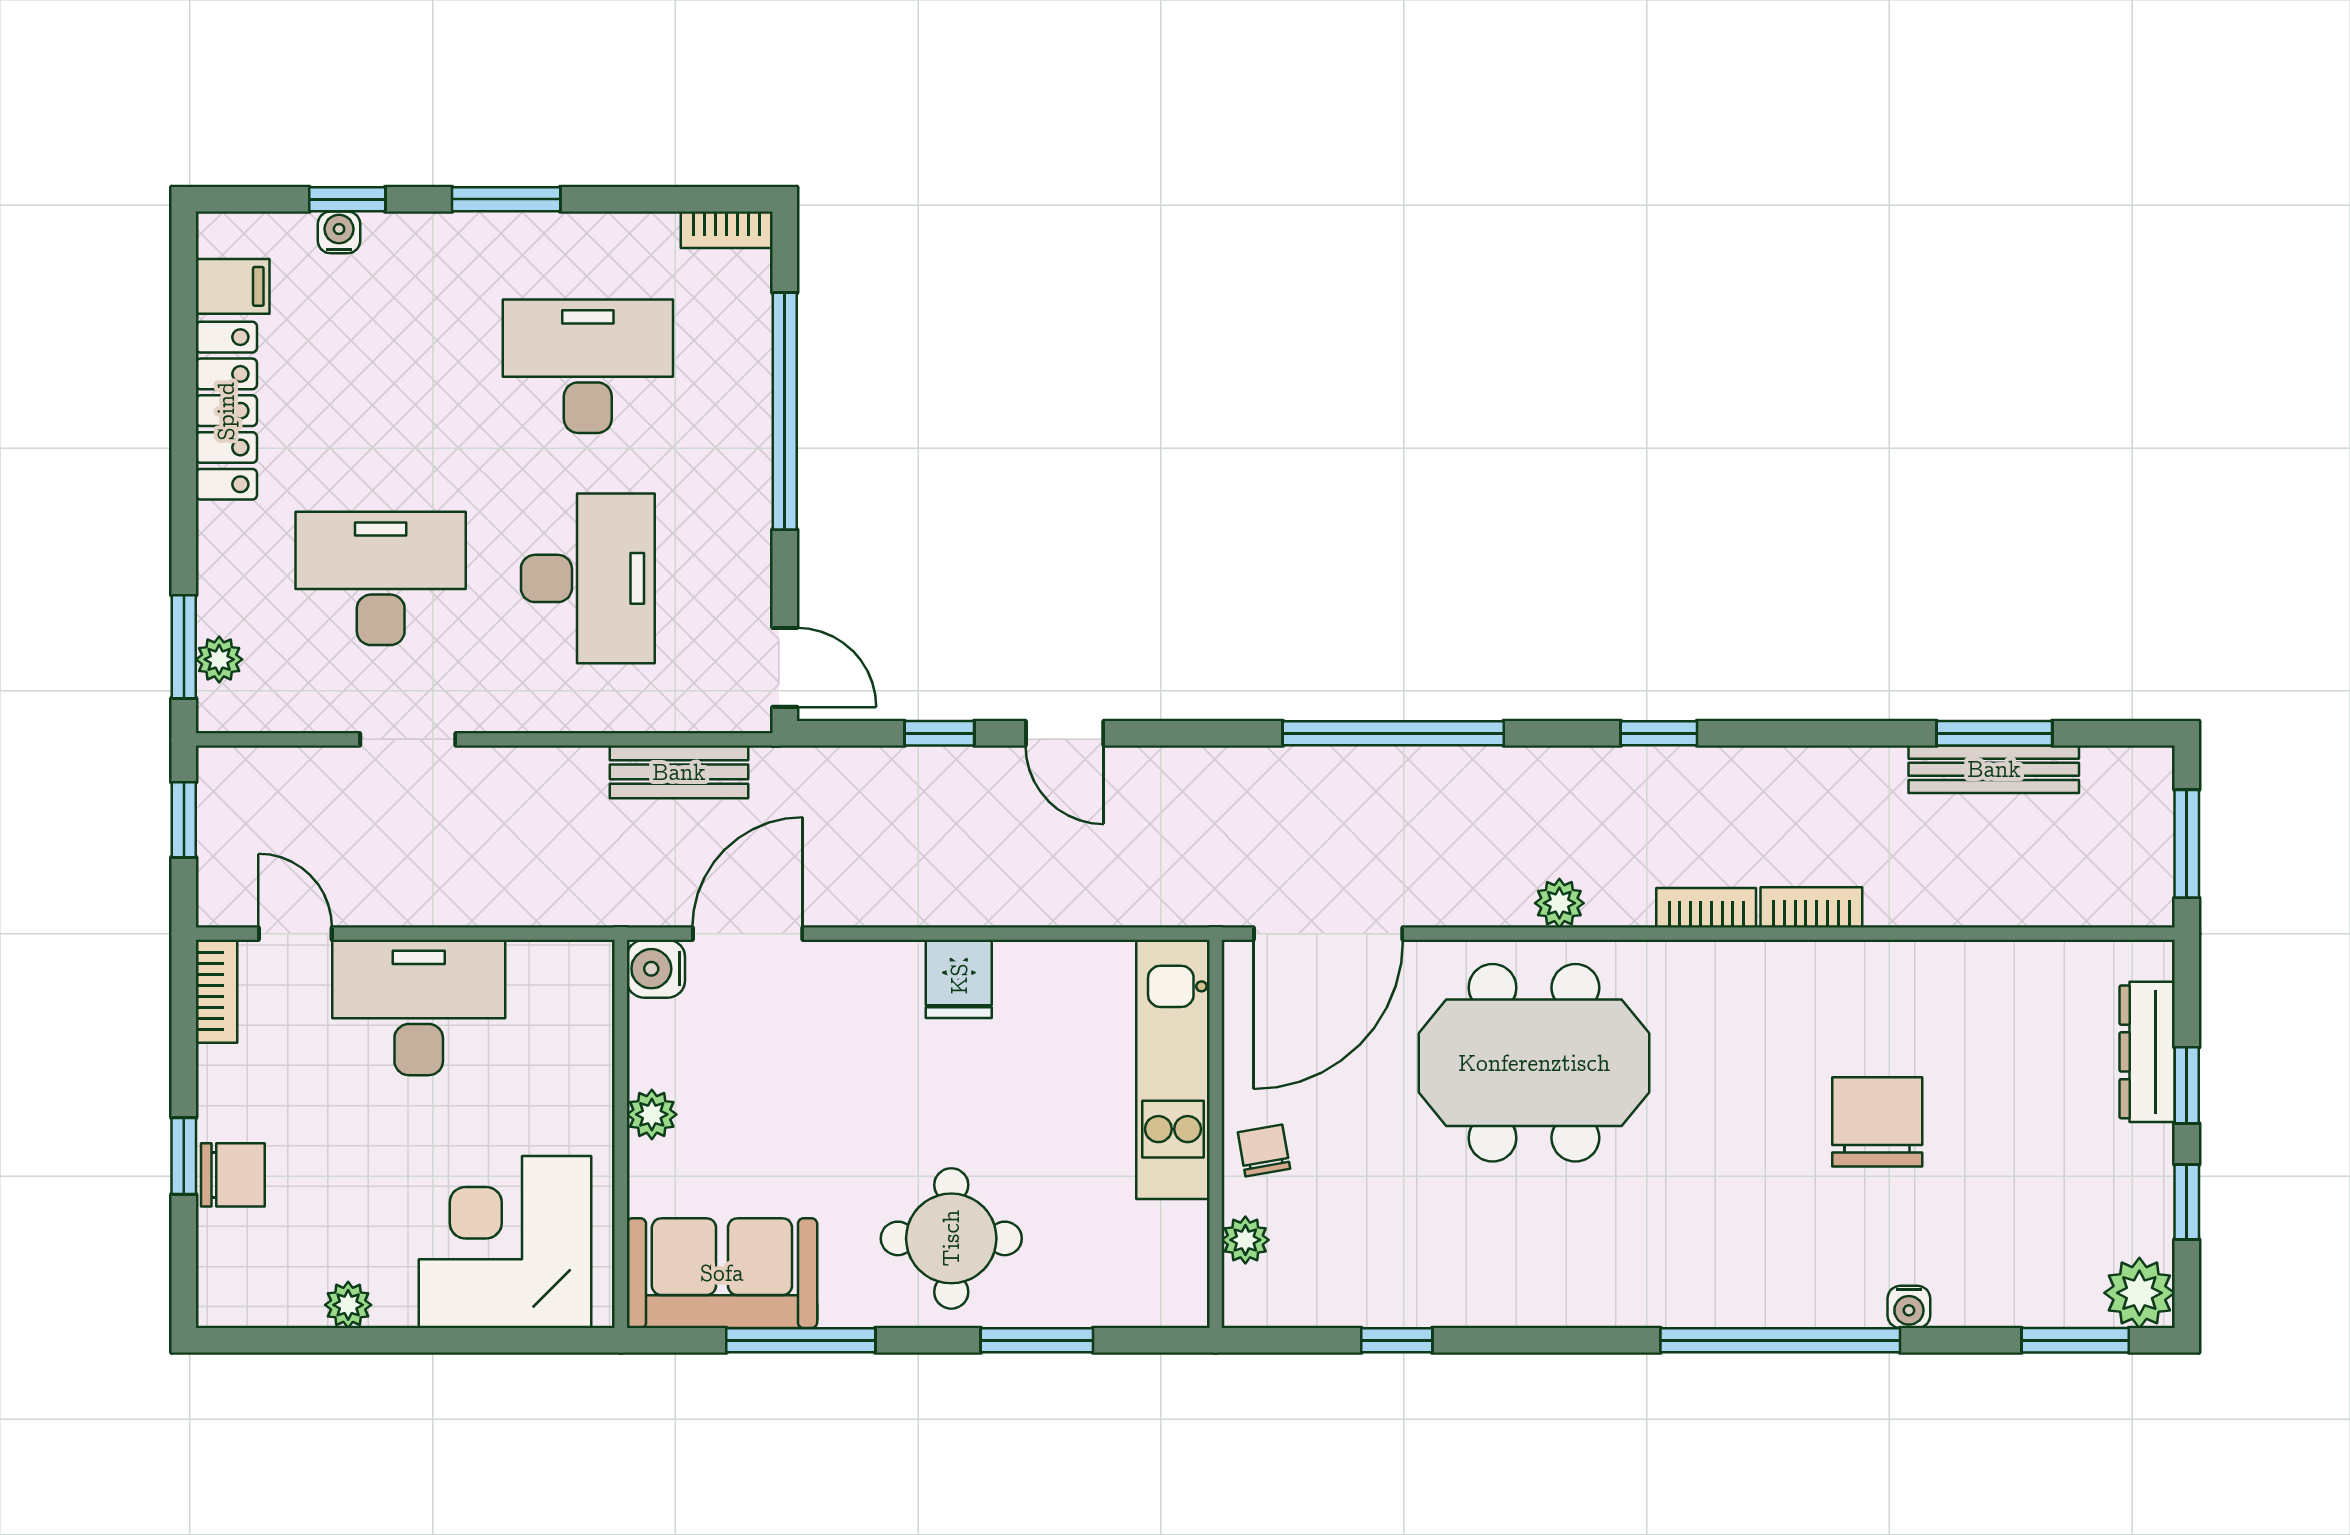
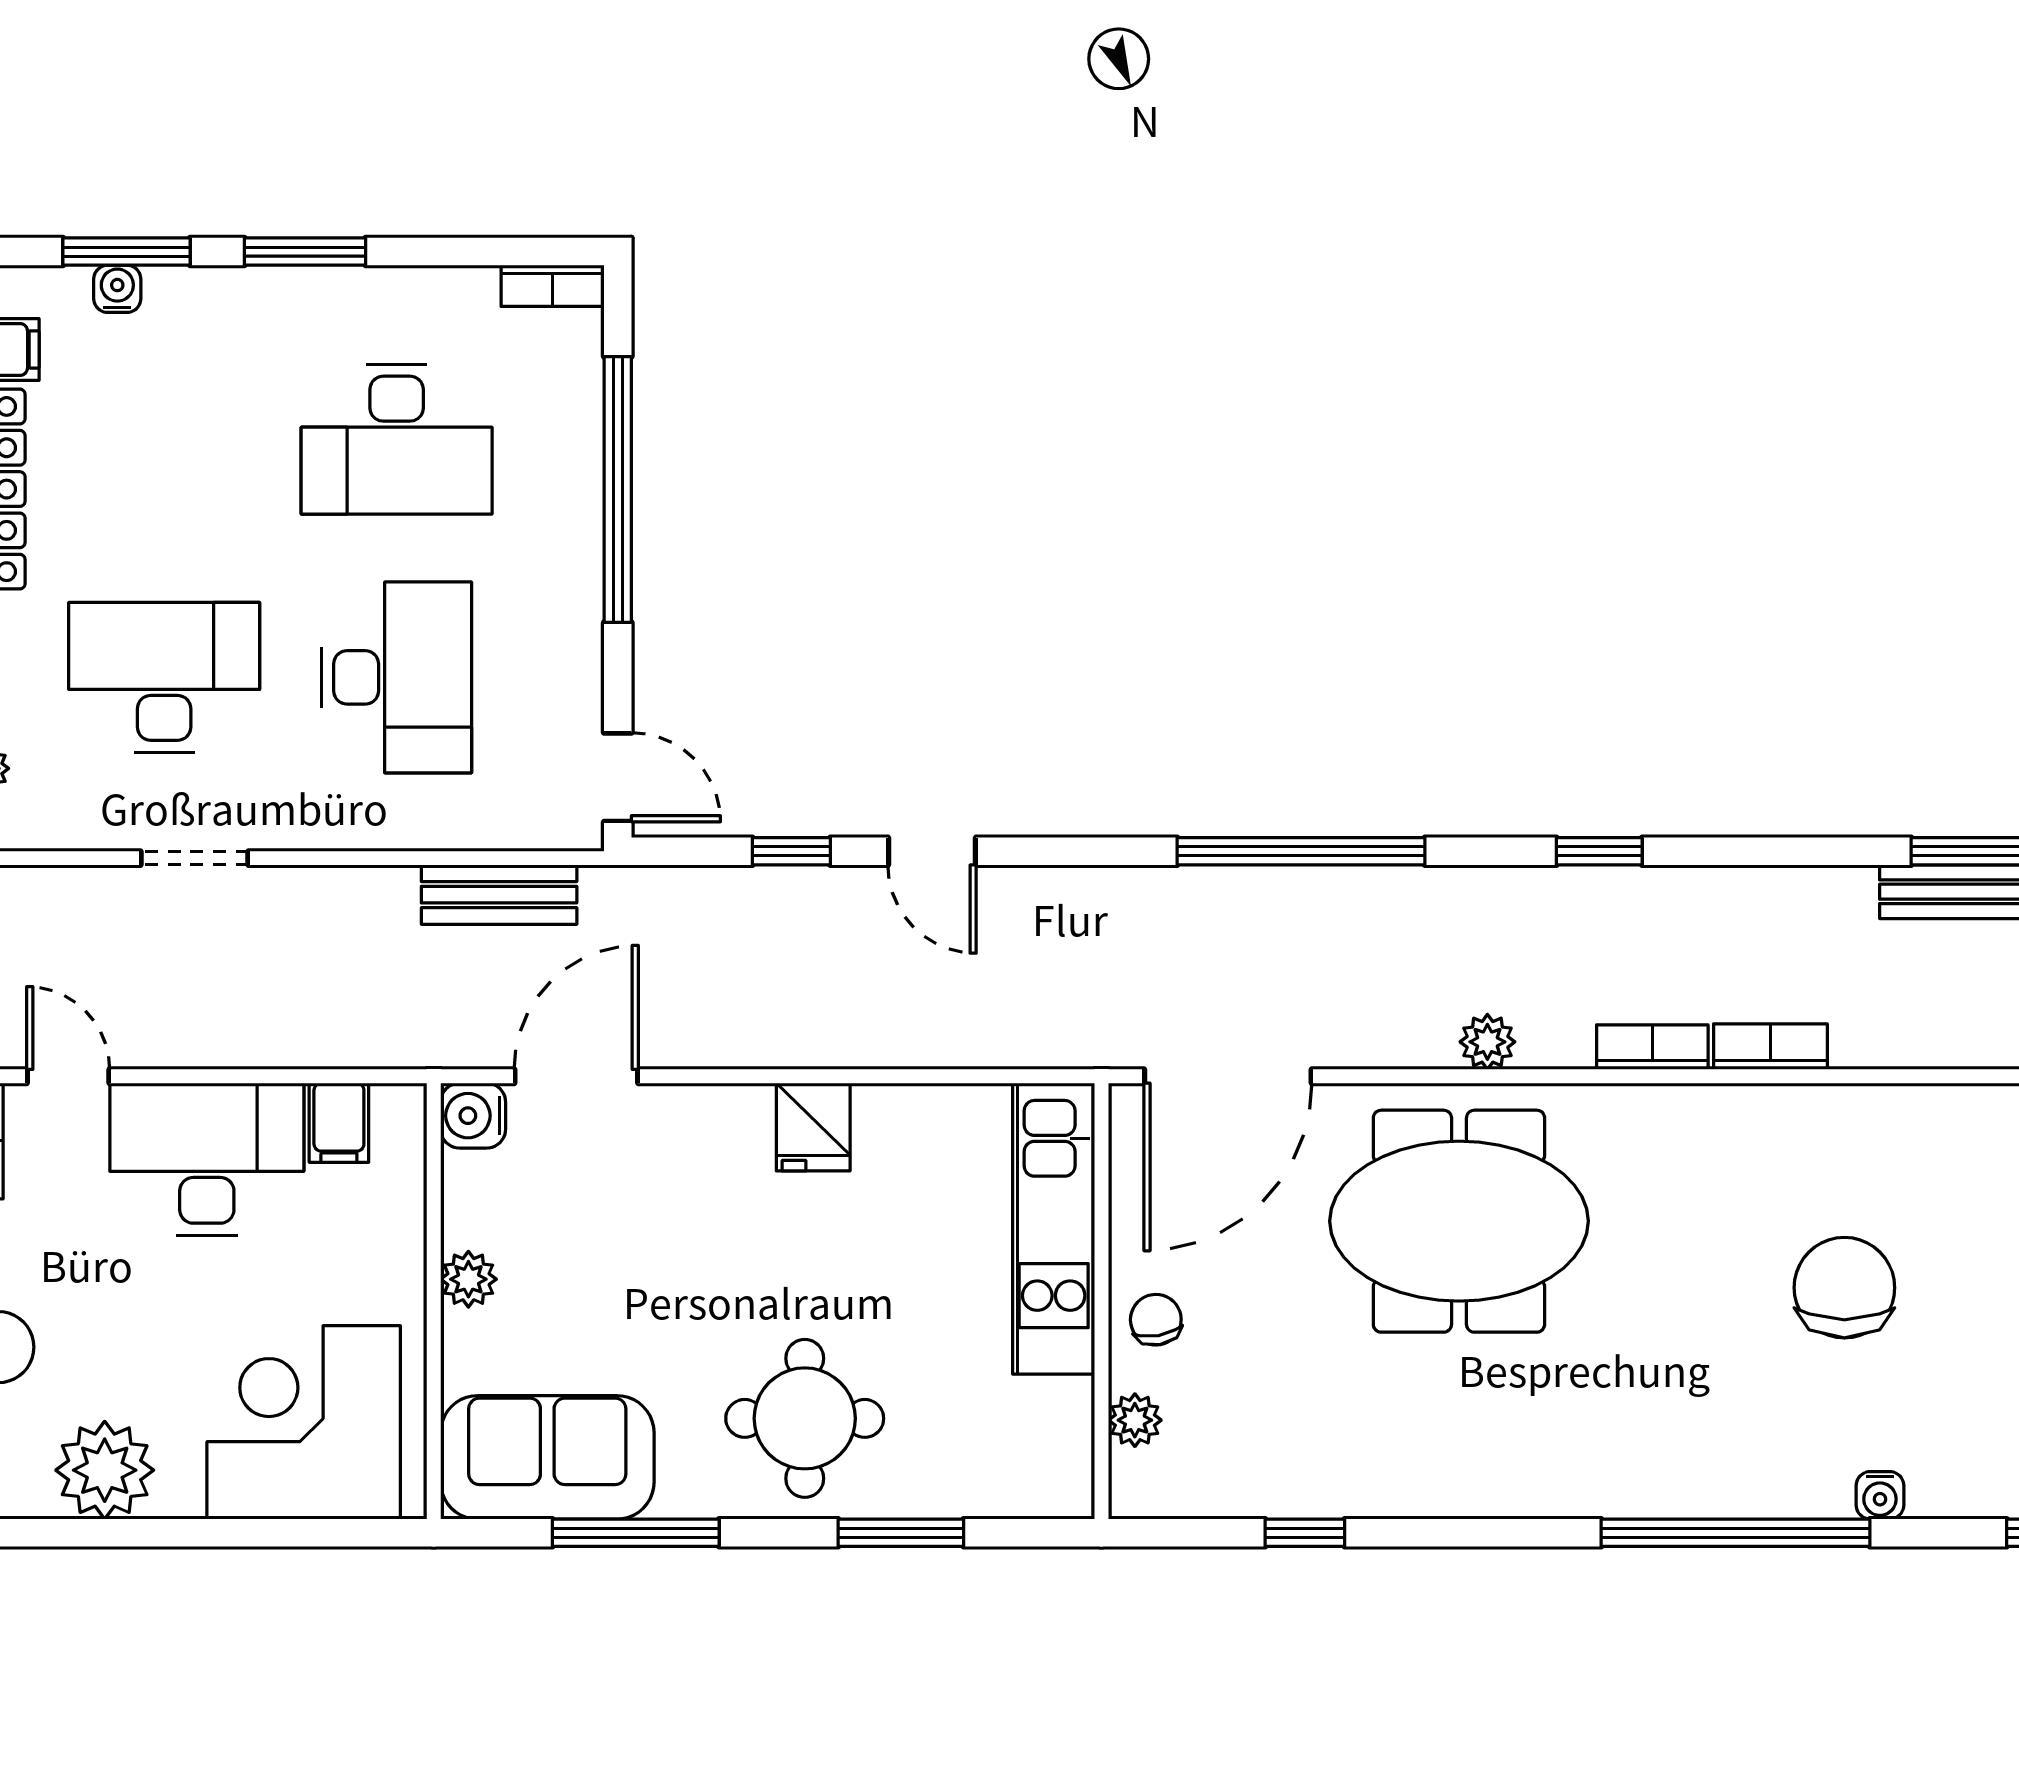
window: (347, 199) -> (127, 252), width x1.50
desk: (588, 366) -> (397, 439), turned 180
filing cabinet: (536, 975) -> (339, 1123), added
plant: (348, 1305) -> (105, 1470), width x1.88, depth x1.88

